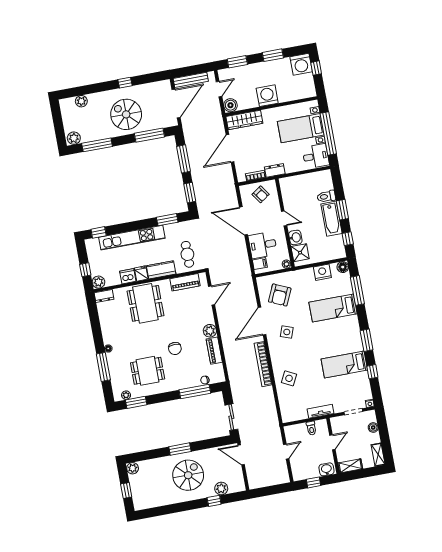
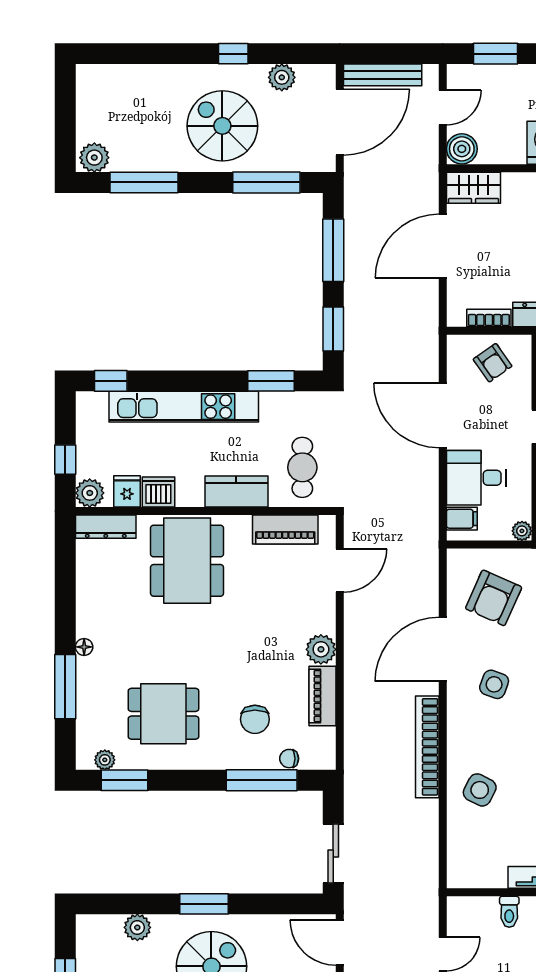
plant: (81, 101) -> (282, 77), moved
wardrobe: (244, 120) -> (474, 188), width x0.67
fridge: (141, 274) -> (127, 491), moved
dresser: (104, 296) -> (106, 527), width x1.44
chair: (175, 348) -> (255, 719), moved
plant: (133, 468) -> (137, 927), moved

